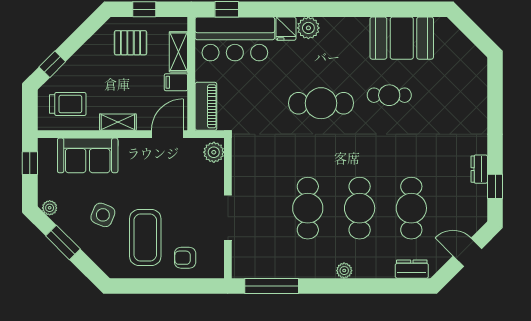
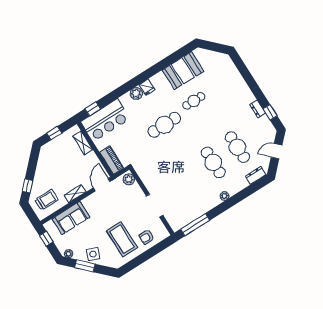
fridge: (286, 29) -> (147, 87), moved
pallet: (131, 43) -> (58, 153), removed
filing cabinet: (176, 82) -> (90, 158), removed
cafe table: (308, 208) -> (189, 178), removed
side table: (103, 215) -> (93, 254), moved

